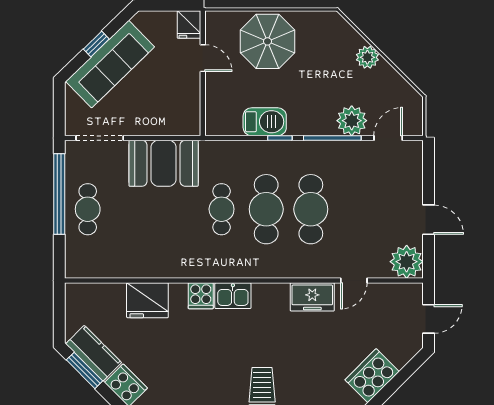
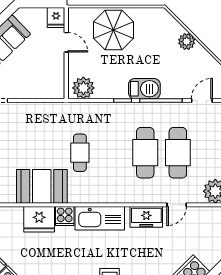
plant: (352, 121) -> (83, 88), moved
barbecue: (265, 122) -> (144, 89), moved
booth: (164, 163) -> (42, 186), moved
cafe table: (266, 209) -> (178, 153), moved
kitchen sink: (233, 296) -> (100, 218), width x1.87, depth x1.24
fridge: (147, 300) -> (39, 219), moved

